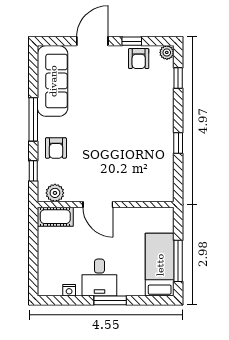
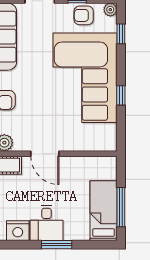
armchair: (139, 59) -> (84, 15), turned 90
corner sofa: (140, 124) -> (85, 78), added
nightstand: (69, 290) -> (18, 231), width x1.89, depth x1.79

